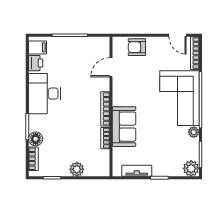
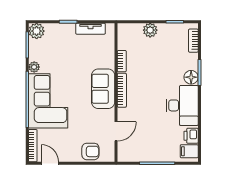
sofa: (124, 127) -> (103, 89), moved
floor lamp: (36, 139) -> (191, 77), moved

